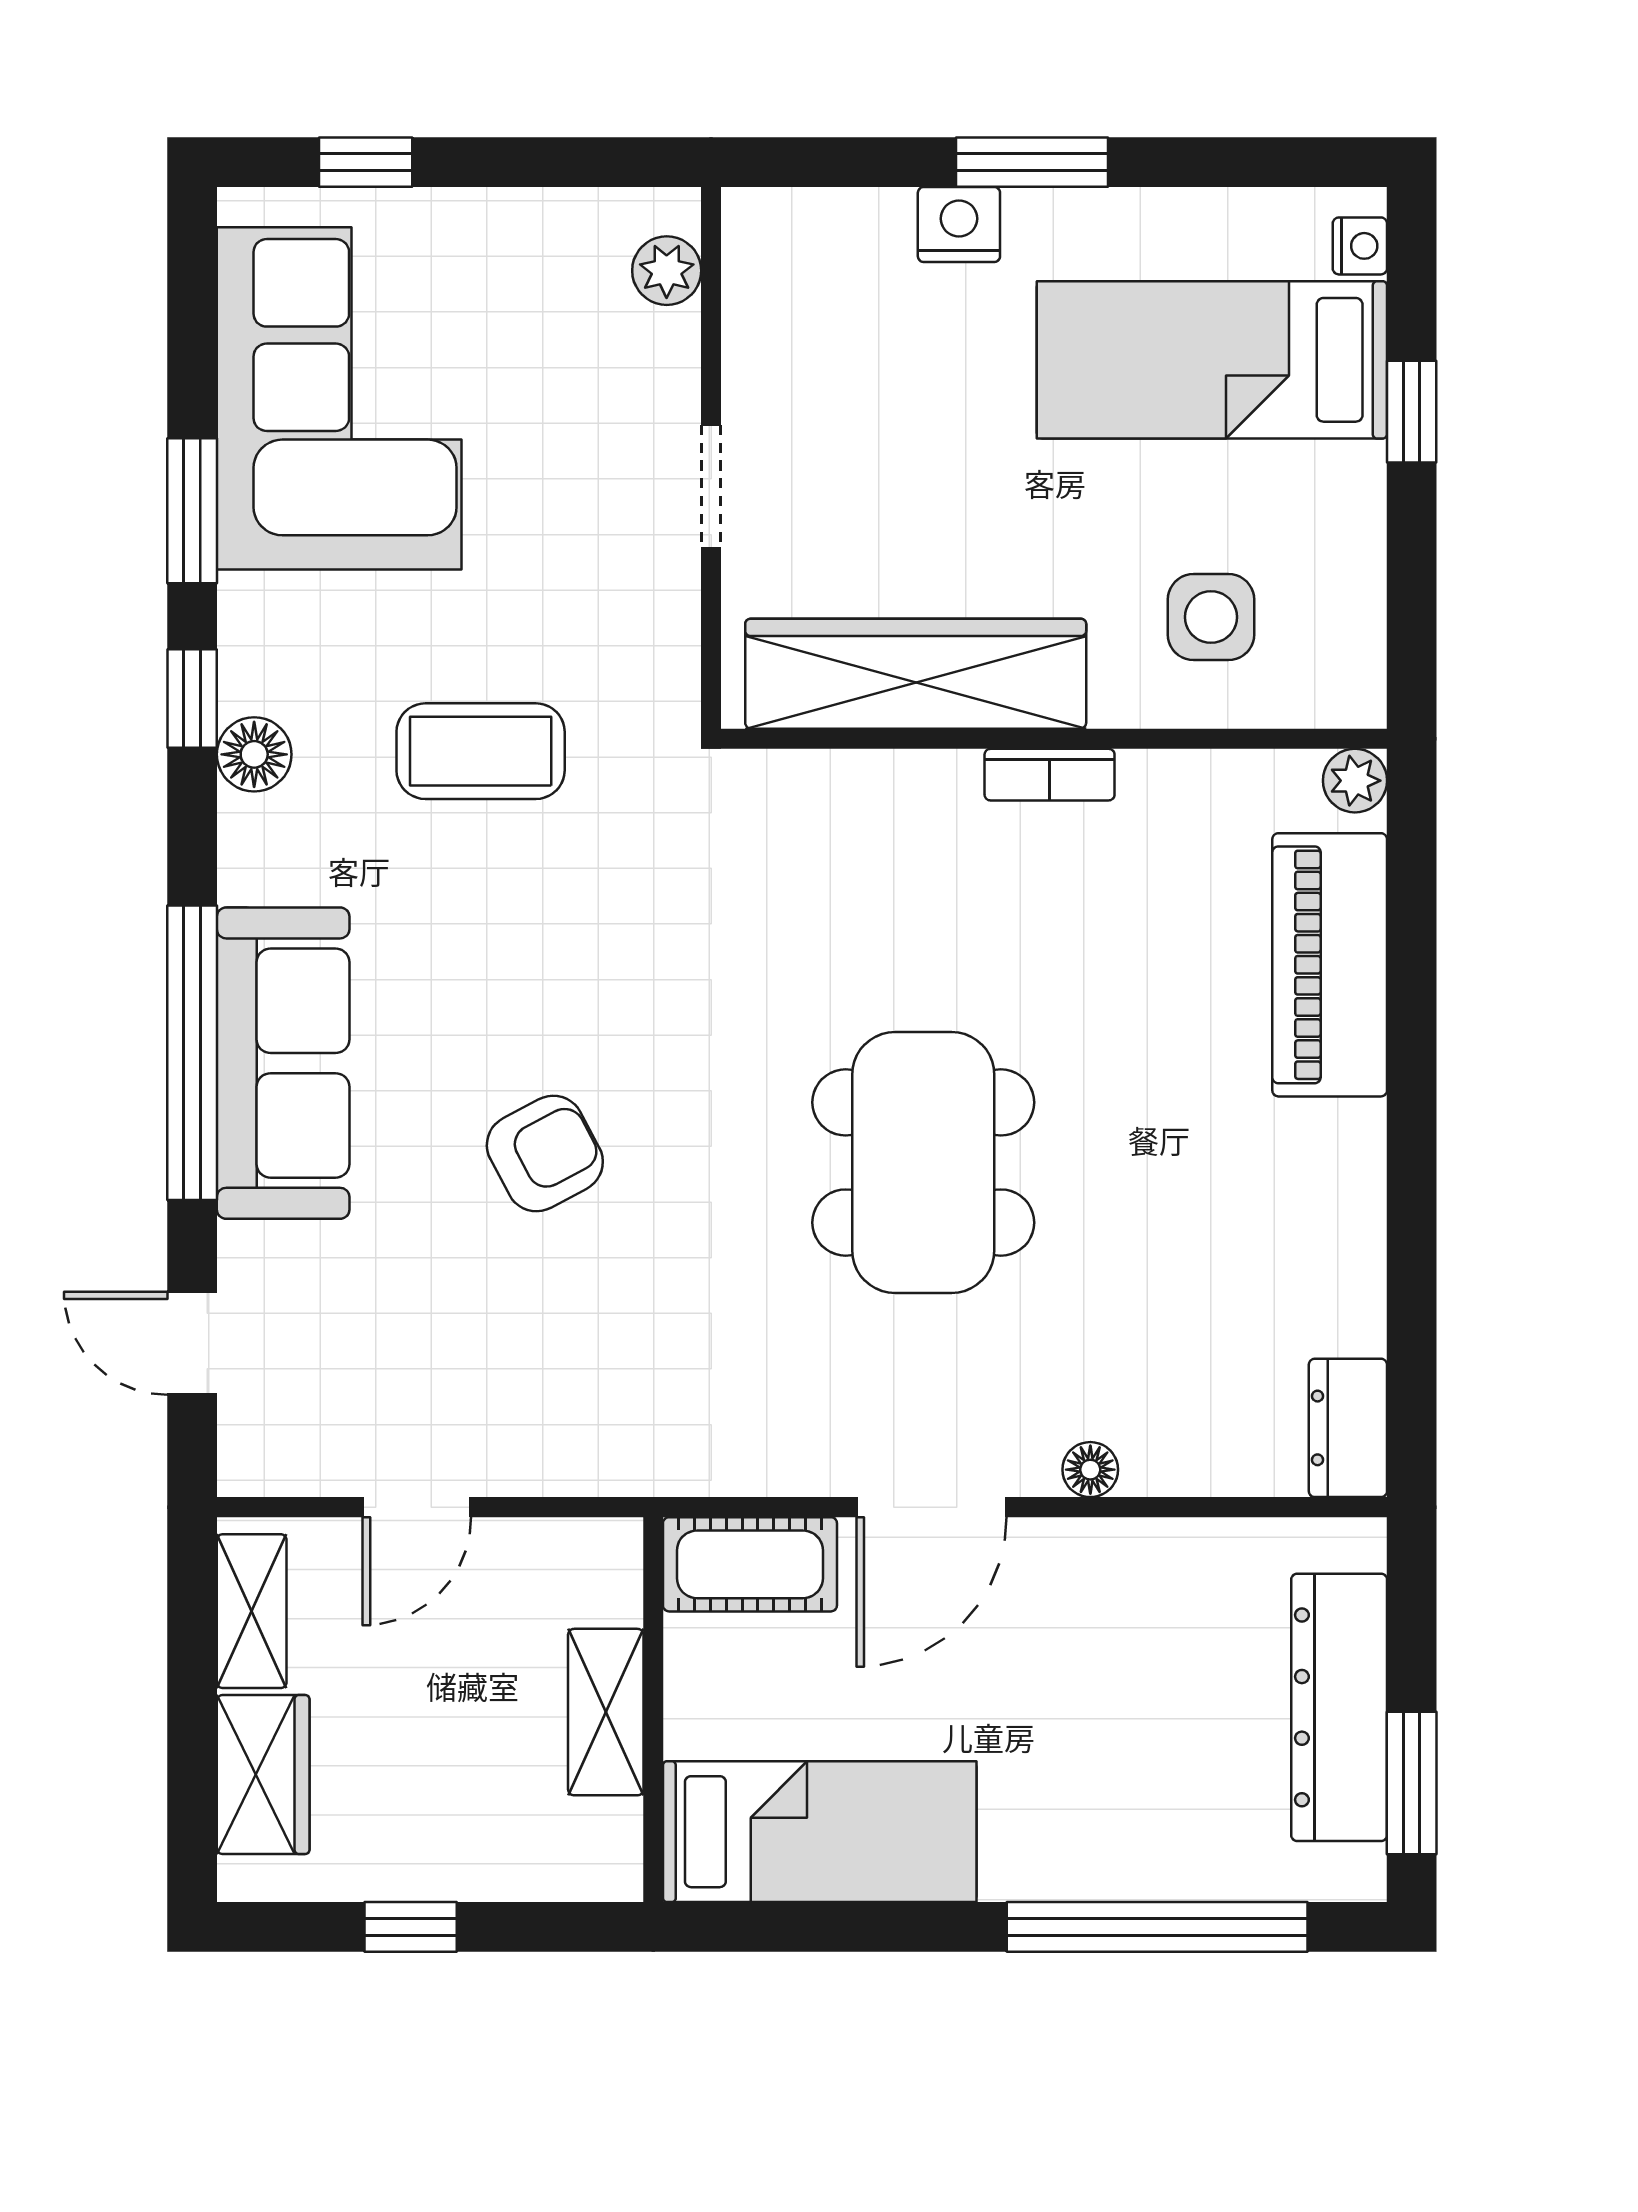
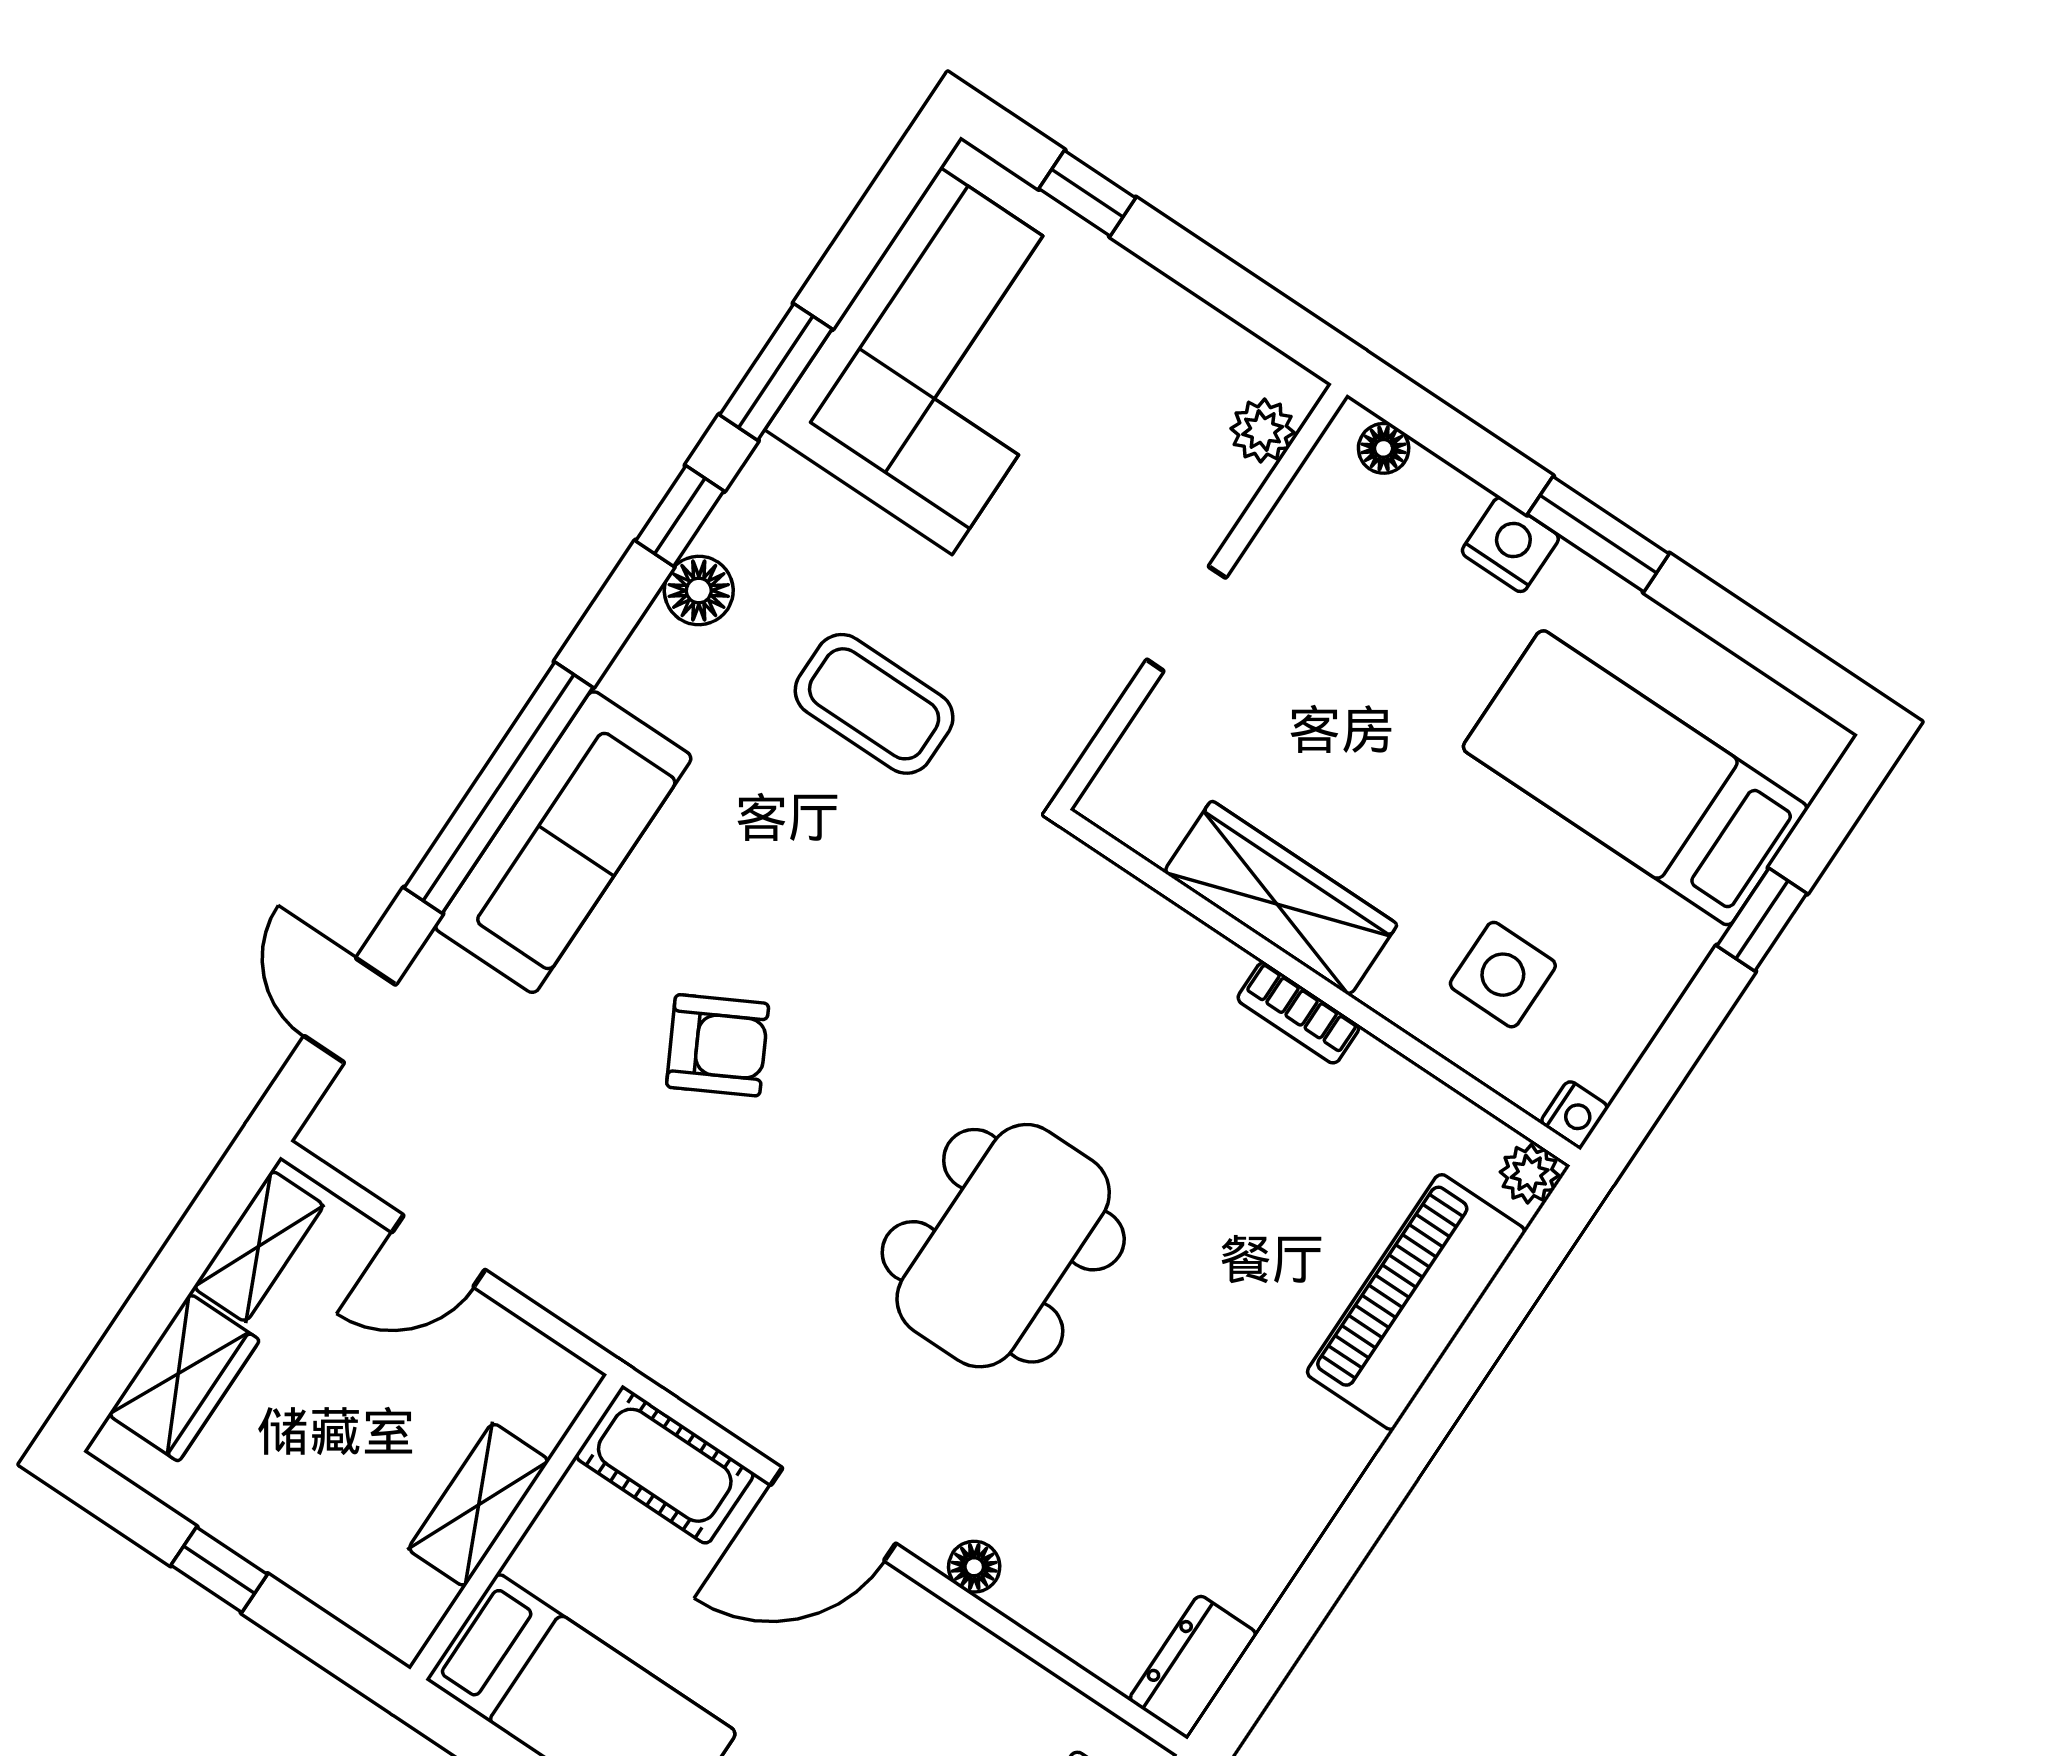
floor lamp: (787, 214) -> (1384, 448), added
nightstand: (1360, 246) -> (1574, 1115), moved
wardrobe: (916, 674) -> (1281, 898), width x0.71, depth x0.85

